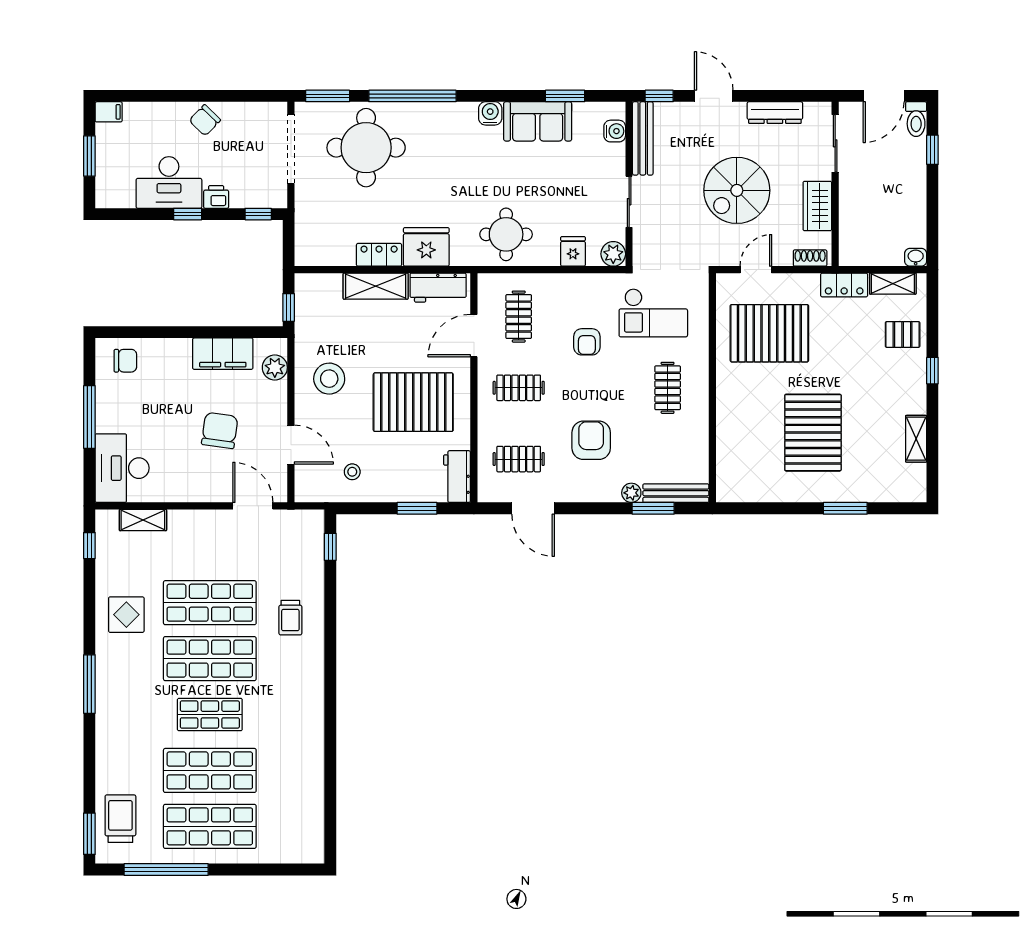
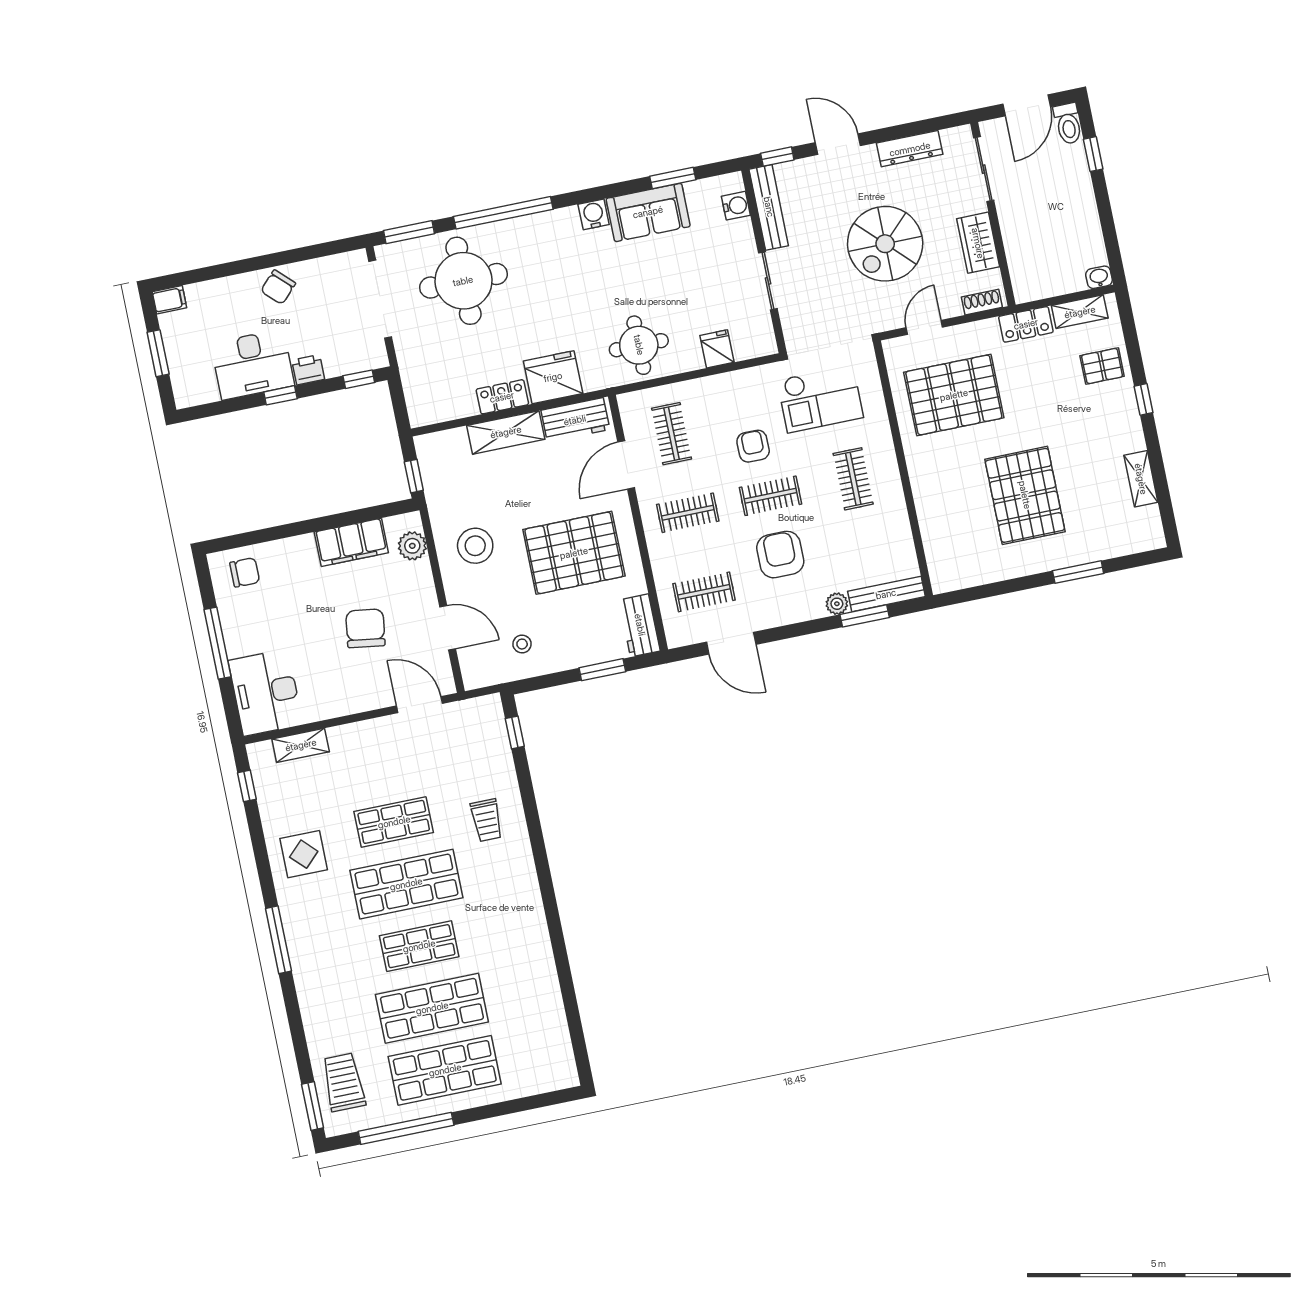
plant: (613, 254) -> (762, 342), removed
armchair: (587, 342) -> (753, 446), turned 180
clothes rail: (593, 388) -> (770, 496), added
shop shelf: (210, 603) -> (394, 822), width x0.70, depth x0.74

